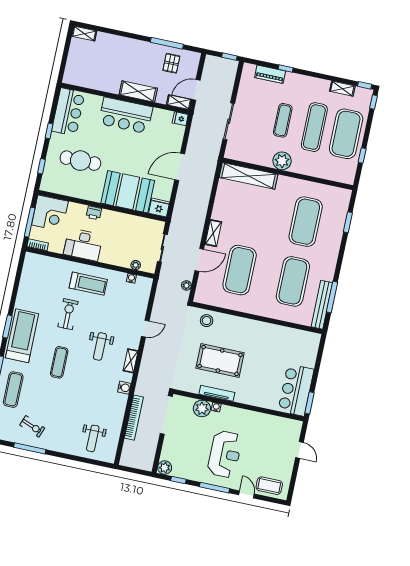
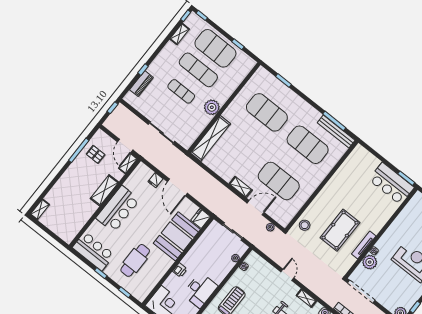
fridge: (180, 119) -> (155, 180), moved
door: (199, 260) -> (256, 208), hinge flipped

